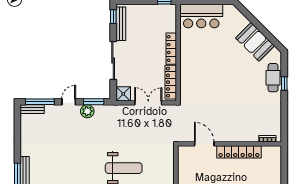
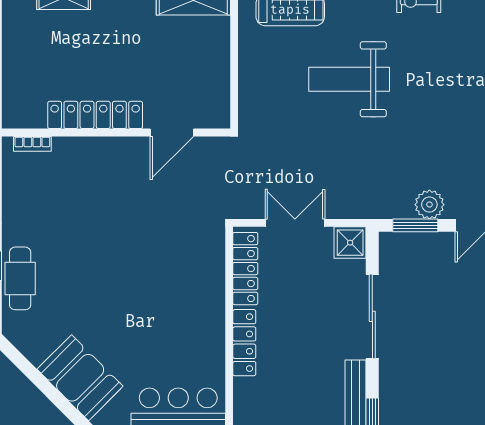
booth: (255, 42) -> (80, 378), moved
double door: (148, 103) -> (295, 223), swing flipped
door: (204, 144) -> (172, 132), hinge flipped

